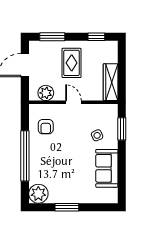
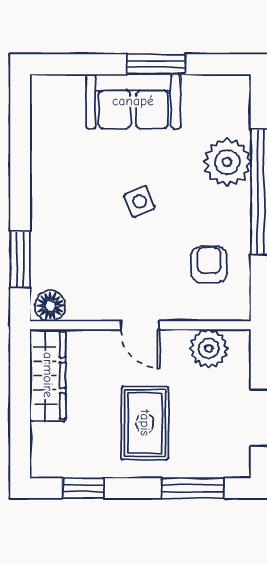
floor lamp: (110, 110) -> (50, 306), added
side table: (97, 135) -> (140, 202), moved
sofa: (107, 168) -> (133, 101), moved, turned 90
plant: (38, 194) -> (227, 162), moved

